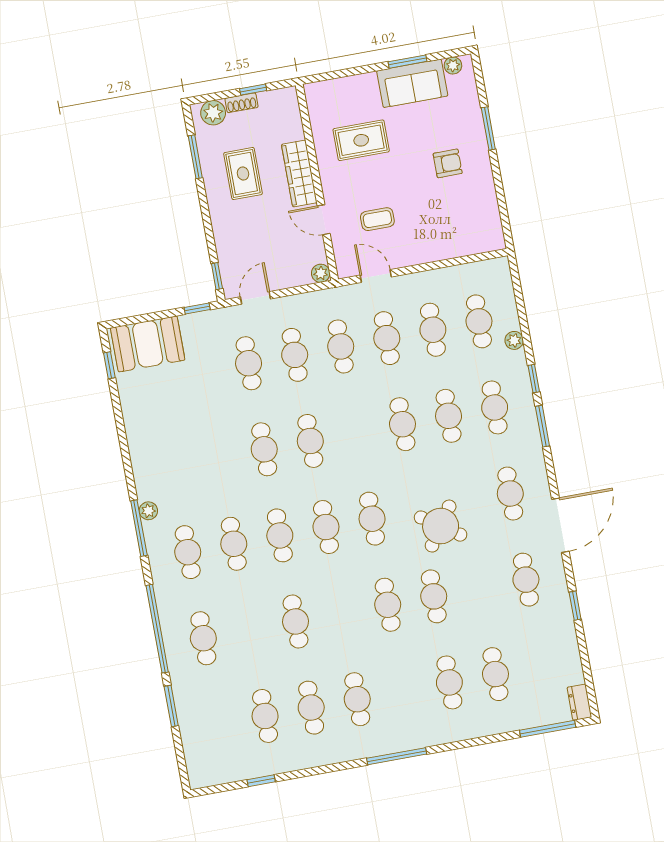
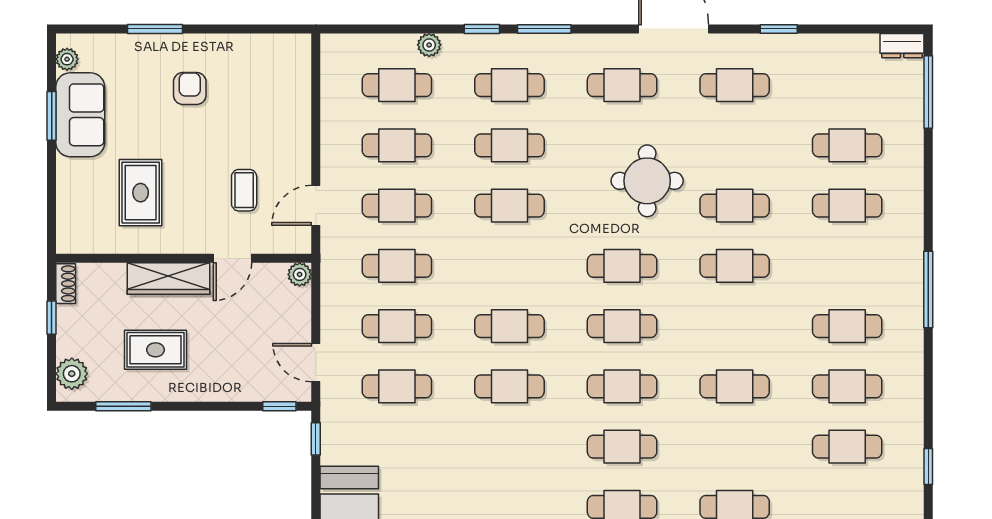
shoe rack: (241, 103) -> (66, 284), moved
round table: (441, 526) -> (647, 181), turned -34

